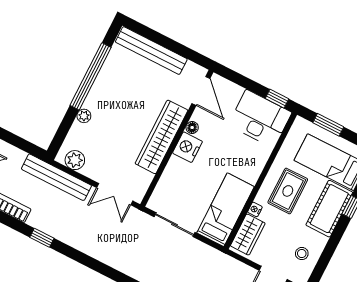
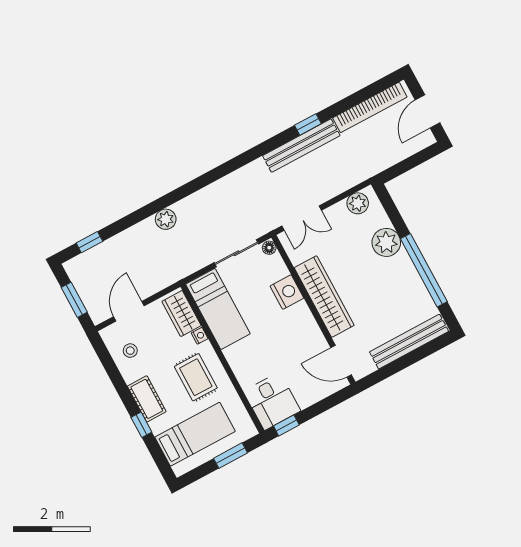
plant: (84, 116) -> (386, 242), width x1.88, depth x1.88
desk: (260, 119) -> (272, 401), width x0.73
floor lamp: (192, 127) -> (269, 248), moved
nightstand: (187, 147) -> (287, 292), moved
bench: (56, 177) -> (301, 146), moved
double door: (115, 194) -> (302, 218), swing flipped
cot: (329, 209) -> (147, 399), width x0.73, depth x0.75

